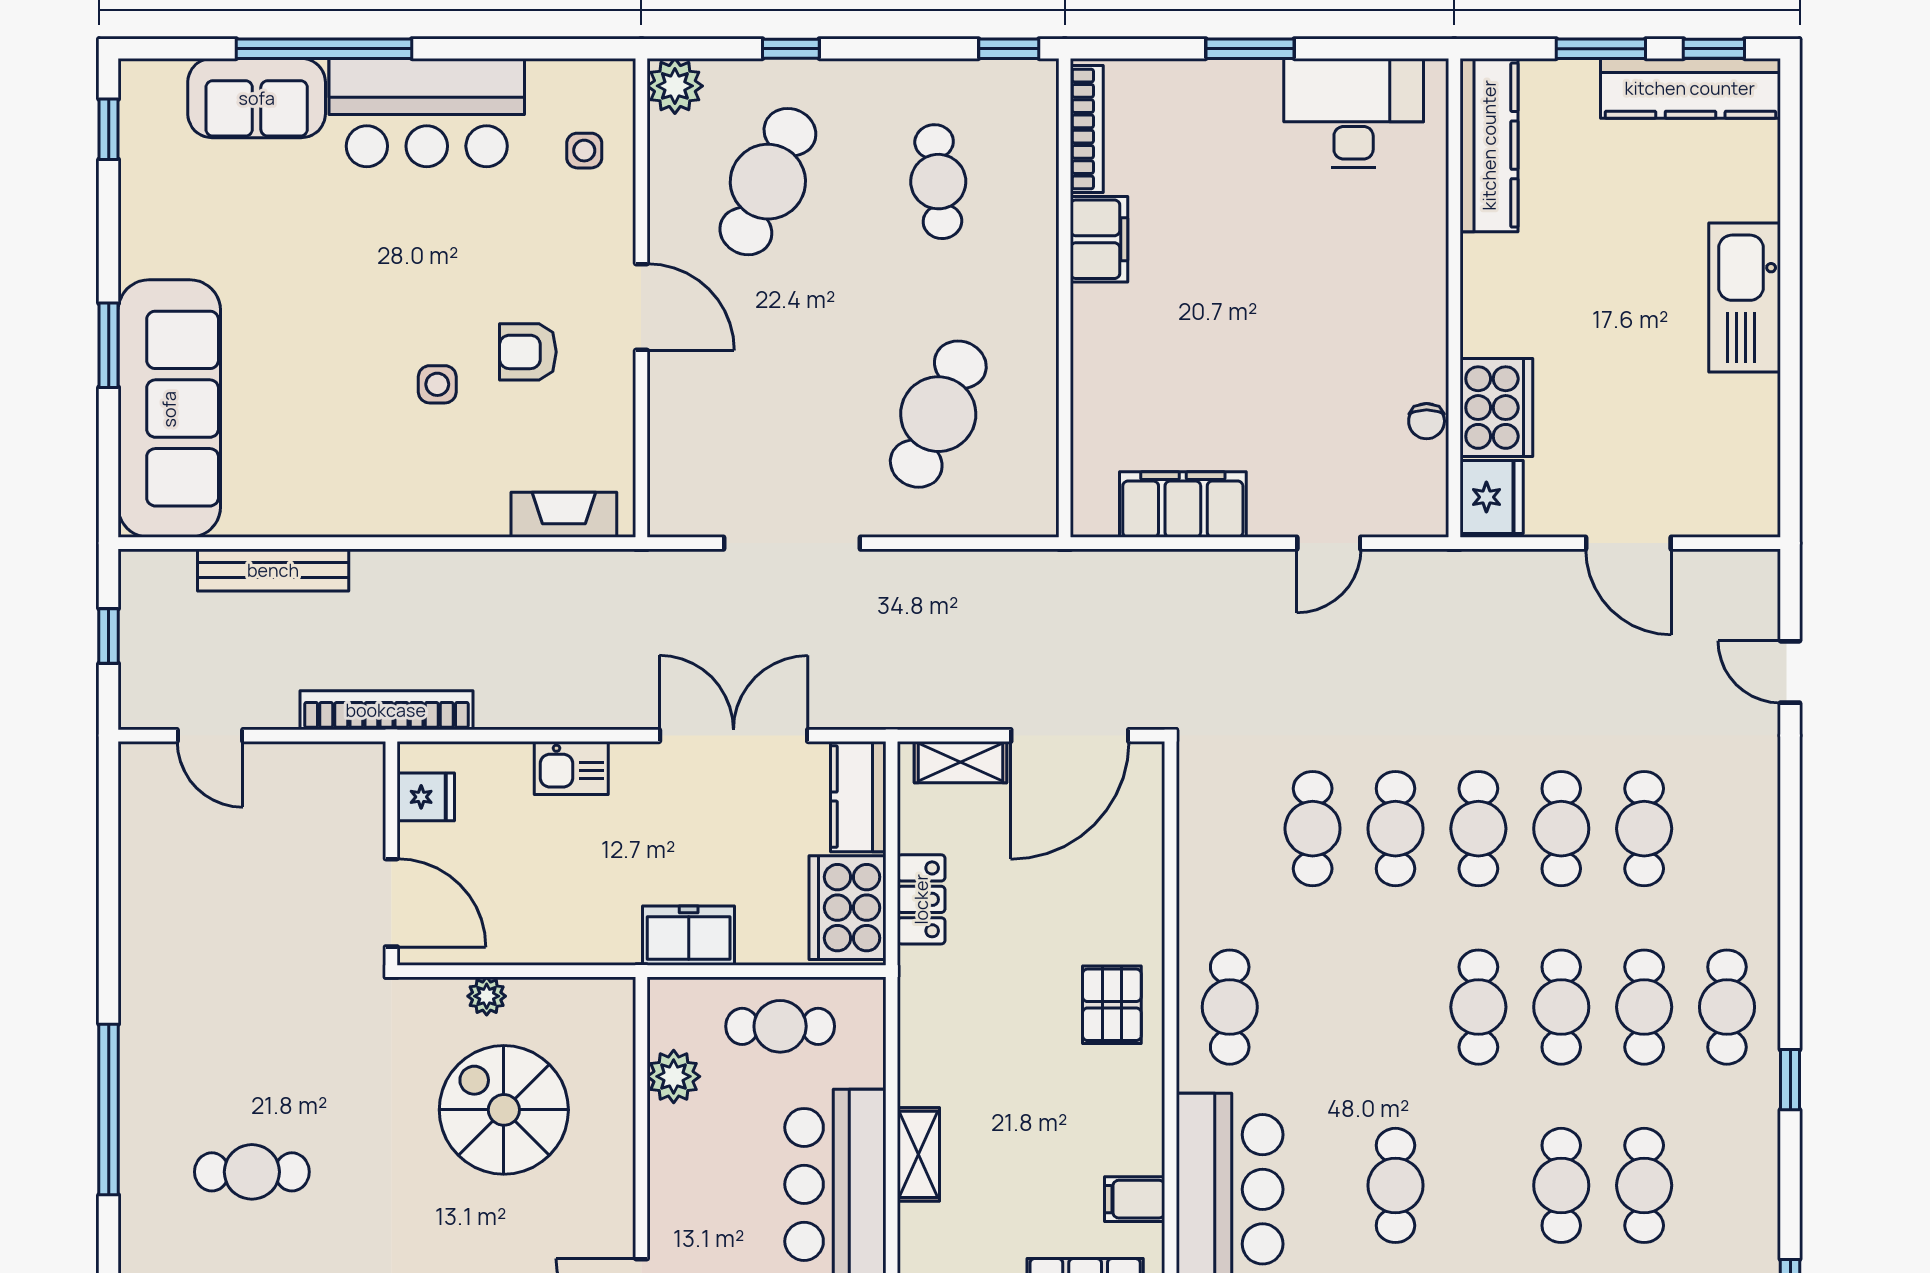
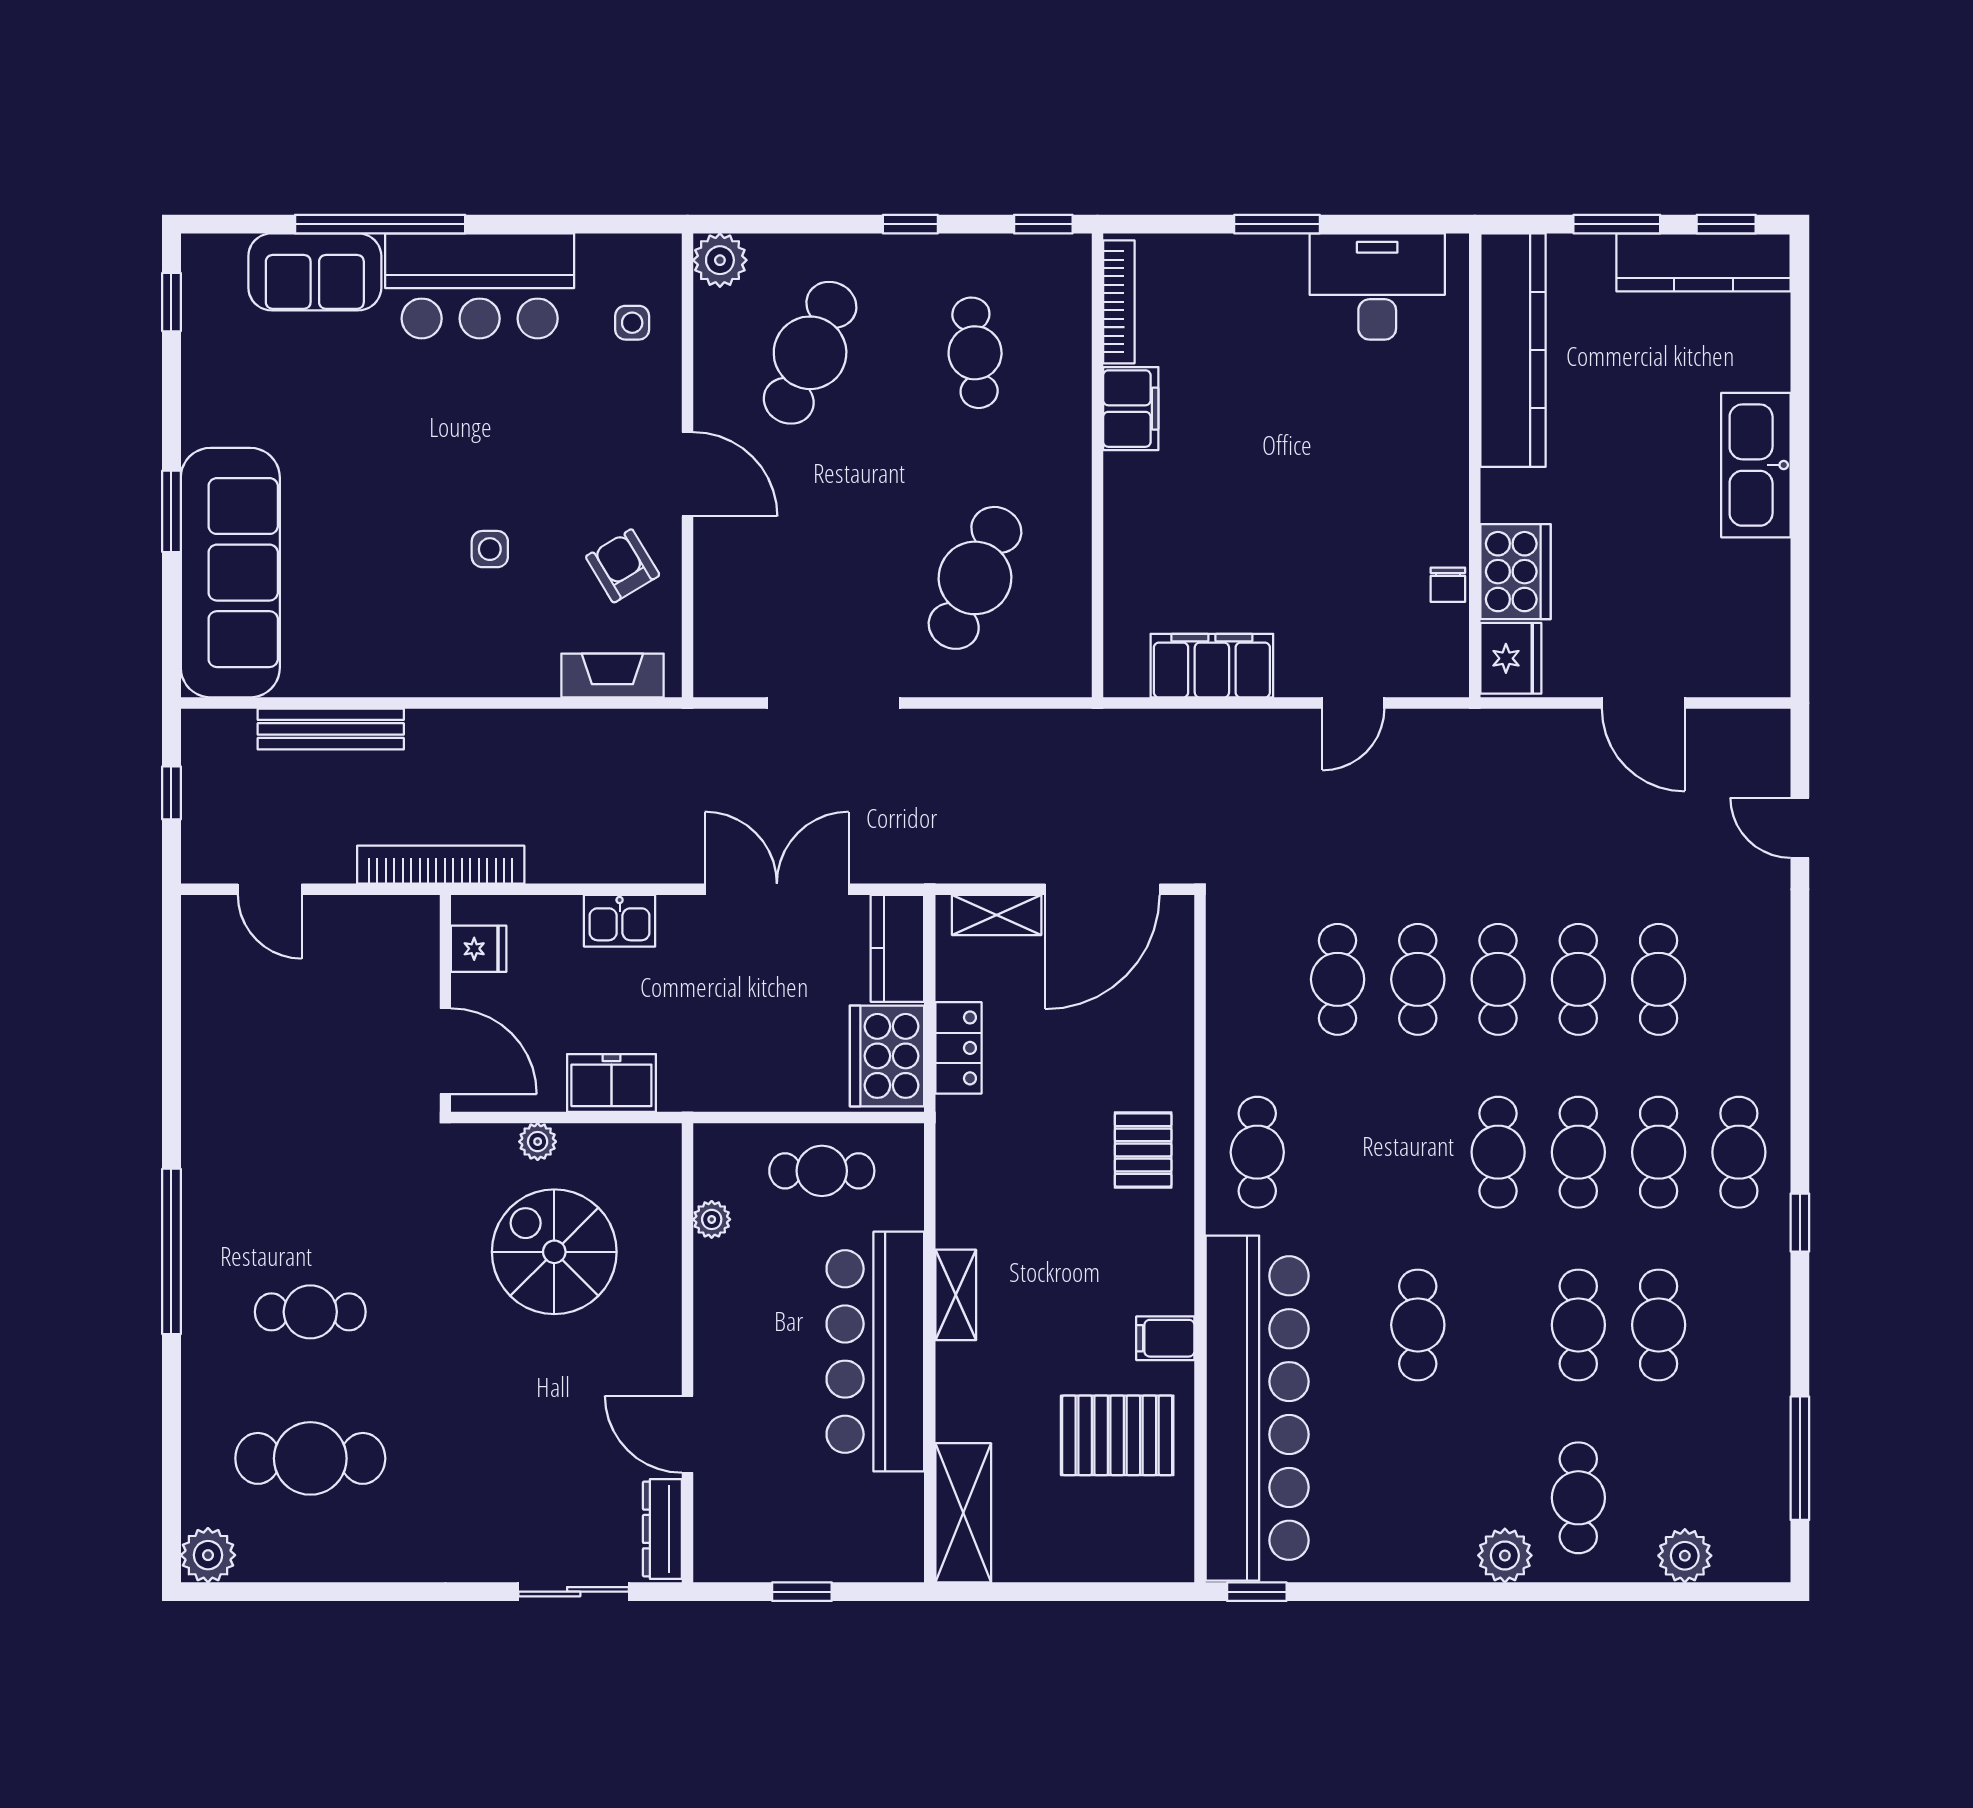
window: (791, 49) -> (910, 224), moved
kitchen counter: (1489, 145) -> (1513, 350), width x1.39, depth x1.17
armchair: (528, 352) -> (623, 566), moved, turned 59
freezer: (689, 936) -> (611, 1083), moved
plant: (674, 1076) -> (712, 1219), width x0.73, depth x0.73

